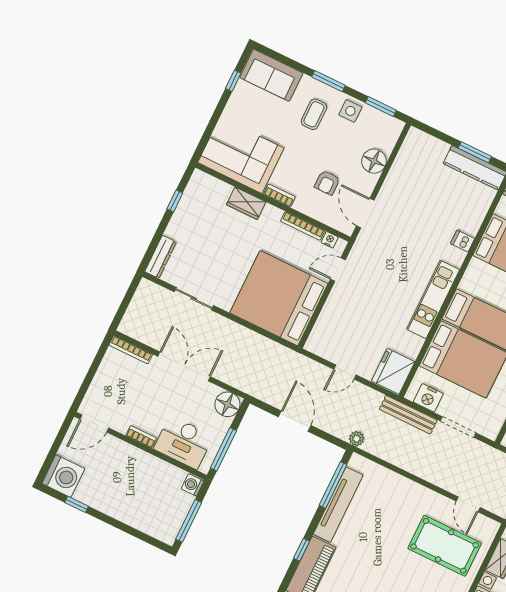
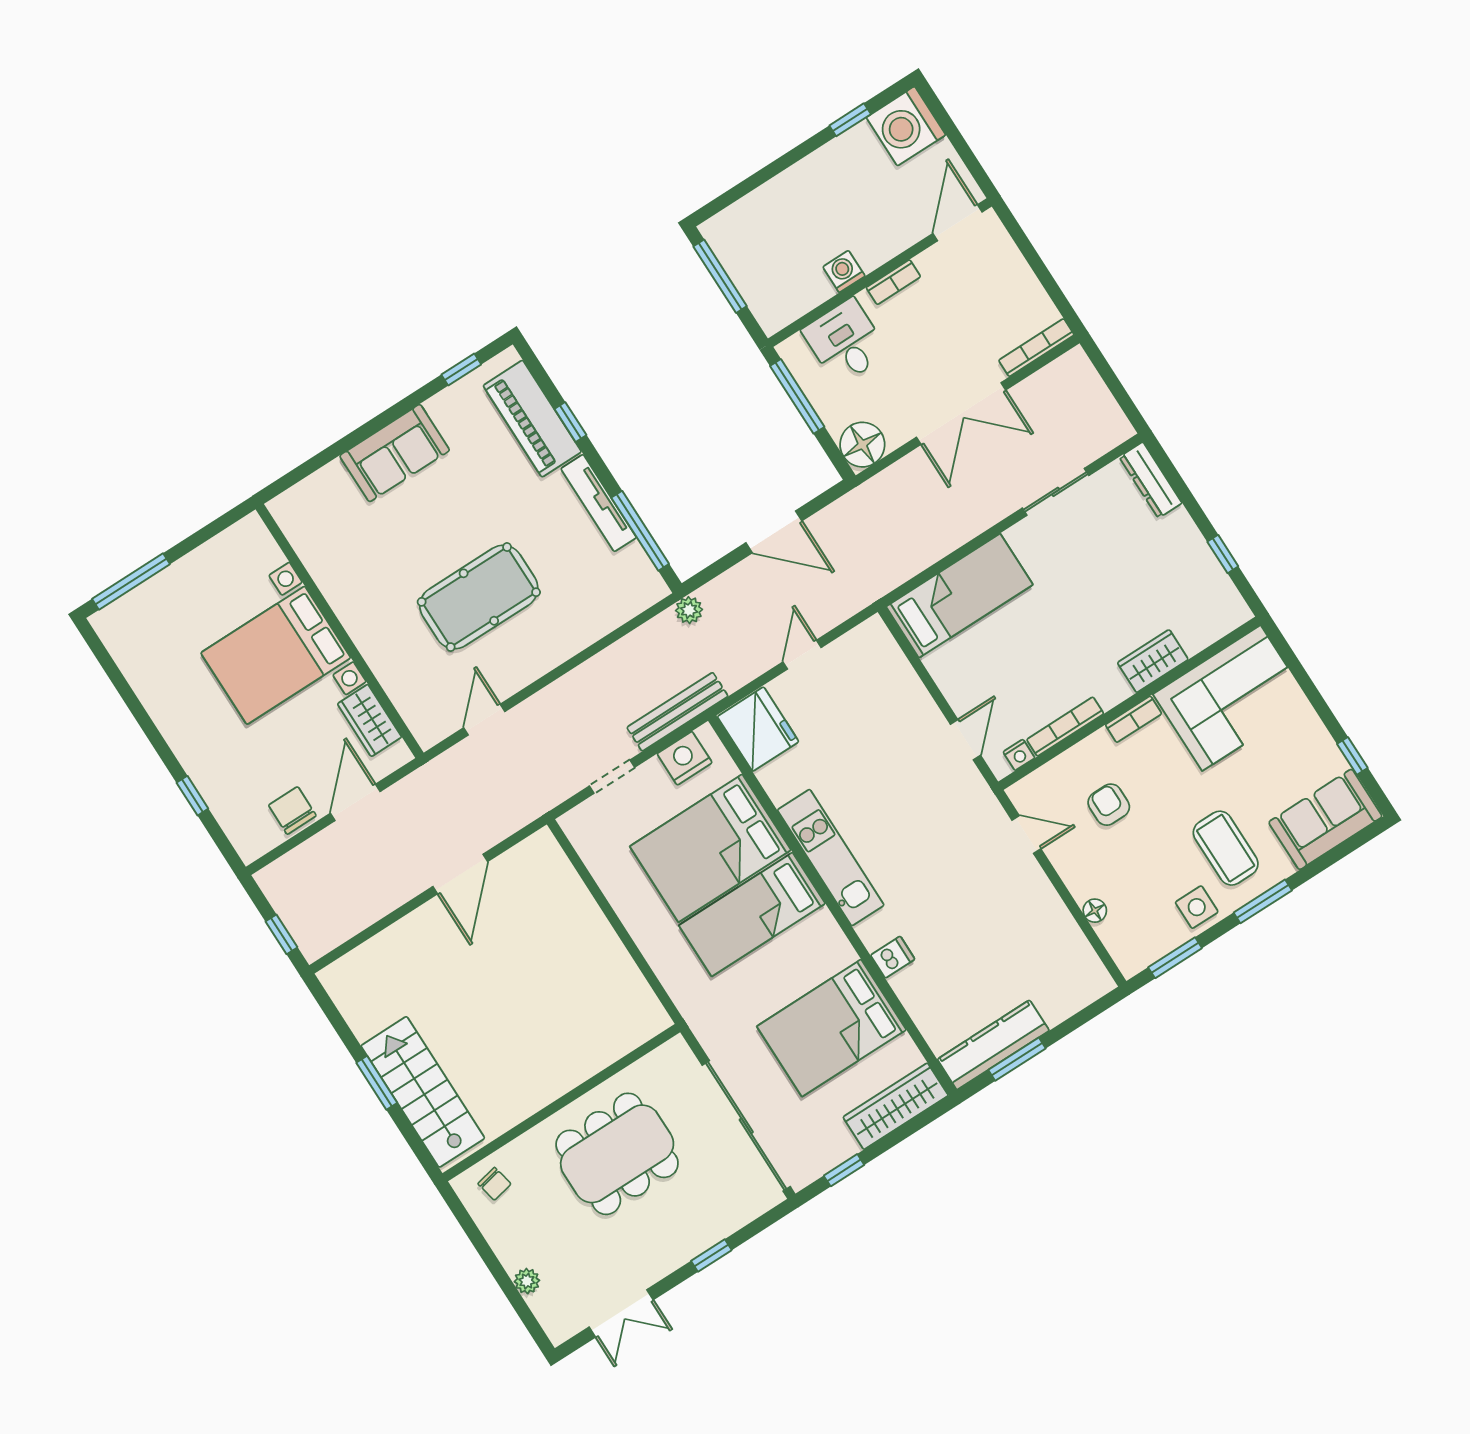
coffee table: (314, 114) -> (1226, 848), width x1.36, depth x1.30
floor lamp: (374, 161) -> (1095, 911), width x0.53, depth x0.53
door: (365, 213) -> (1026, 834), width x0.73
bed: (279, 298) -> (959, 596), width x0.49
doorway: (458, 427) -> (612, 777), width x0.73
desk: (183, 442) -> (845, 342), width x0.73
washing machine: (193, 485) -> (844, 271), moved, turned -90
door: (468, 504) -> (484, 720), hinge flipped
tv unit: (338, 505) -> (599, 503), width x0.73, depth x0.78
pool table: (445, 546) -> (479, 597), moved

